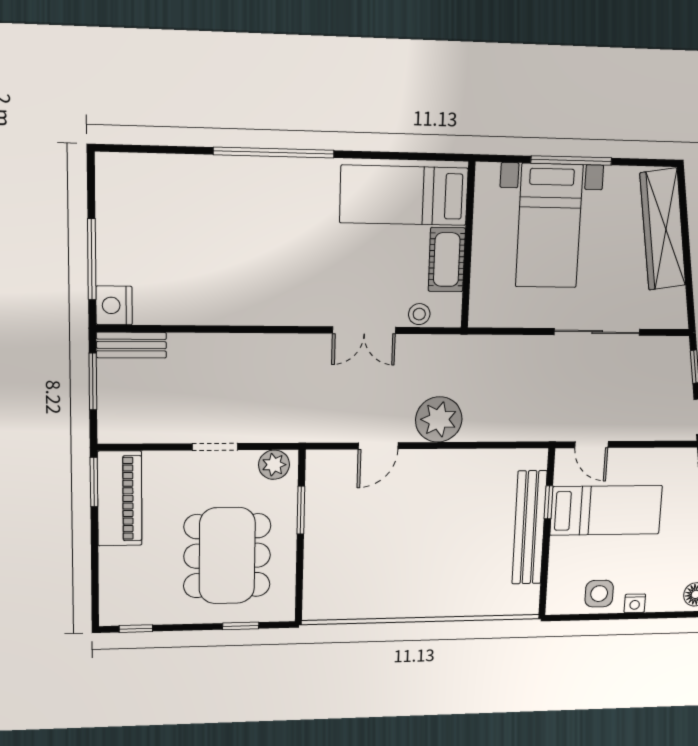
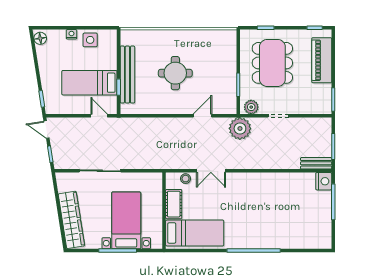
double door: (364, 330) -> (211, 171), swing flipped
plant: (439, 419) -> (240, 128), moved
piano: (120, 499) -> (322, 60), moved
round table: (432, 532) -> (175, 73), added

